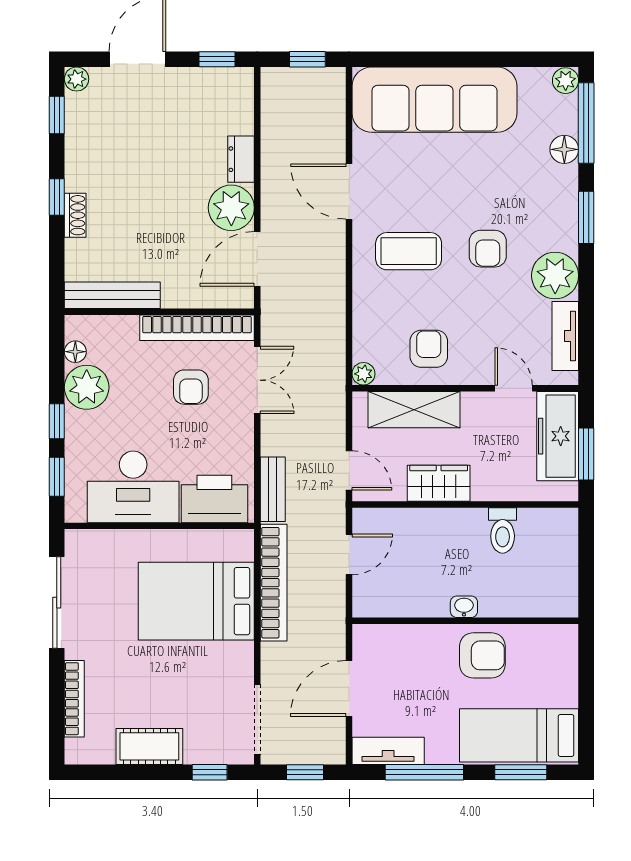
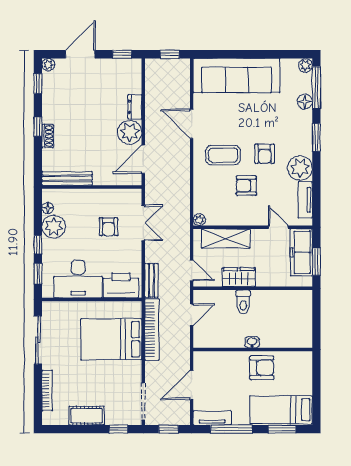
bookcase: (197, 328) -> (112, 195), removed
armchair: (429, 349) -> (246, 186), moved, turned -90
toilet: (503, 530) -> (243, 302), moved

